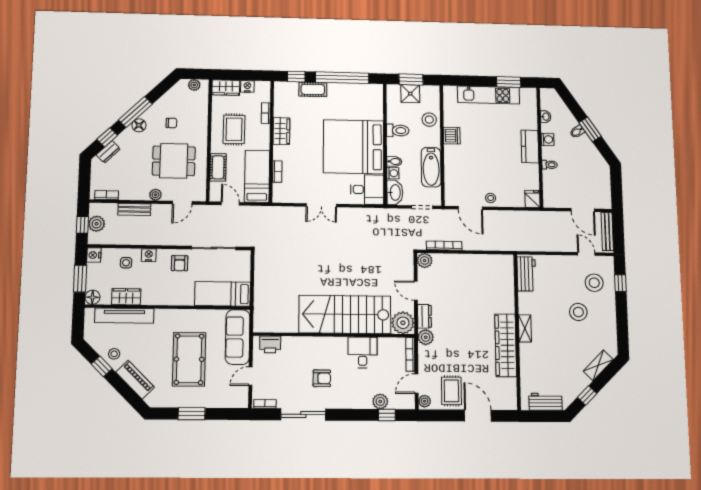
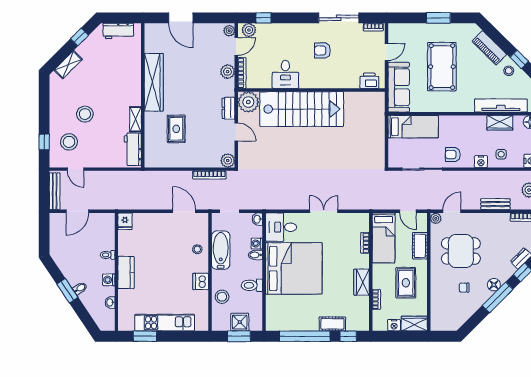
plant: (194, 85) -> (444, 325), removed
washbasin: (395, 192) -> (257, 219), width x0.52, depth x0.69
plant: (155, 195) -> (436, 218), moved
stool: (491, 198) -> (197, 249), moved
door: (583, 210) -> (77, 211), swing flipped
armchair: (180, 263) -> (453, 154), turned -90
shelving: (525, 328) -> (135, 119), moved
plant: (426, 337) -> (228, 72), moved
rug: (451, 391) -> (176, 129), moved
plant: (380, 401) -> (249, 30), moved

